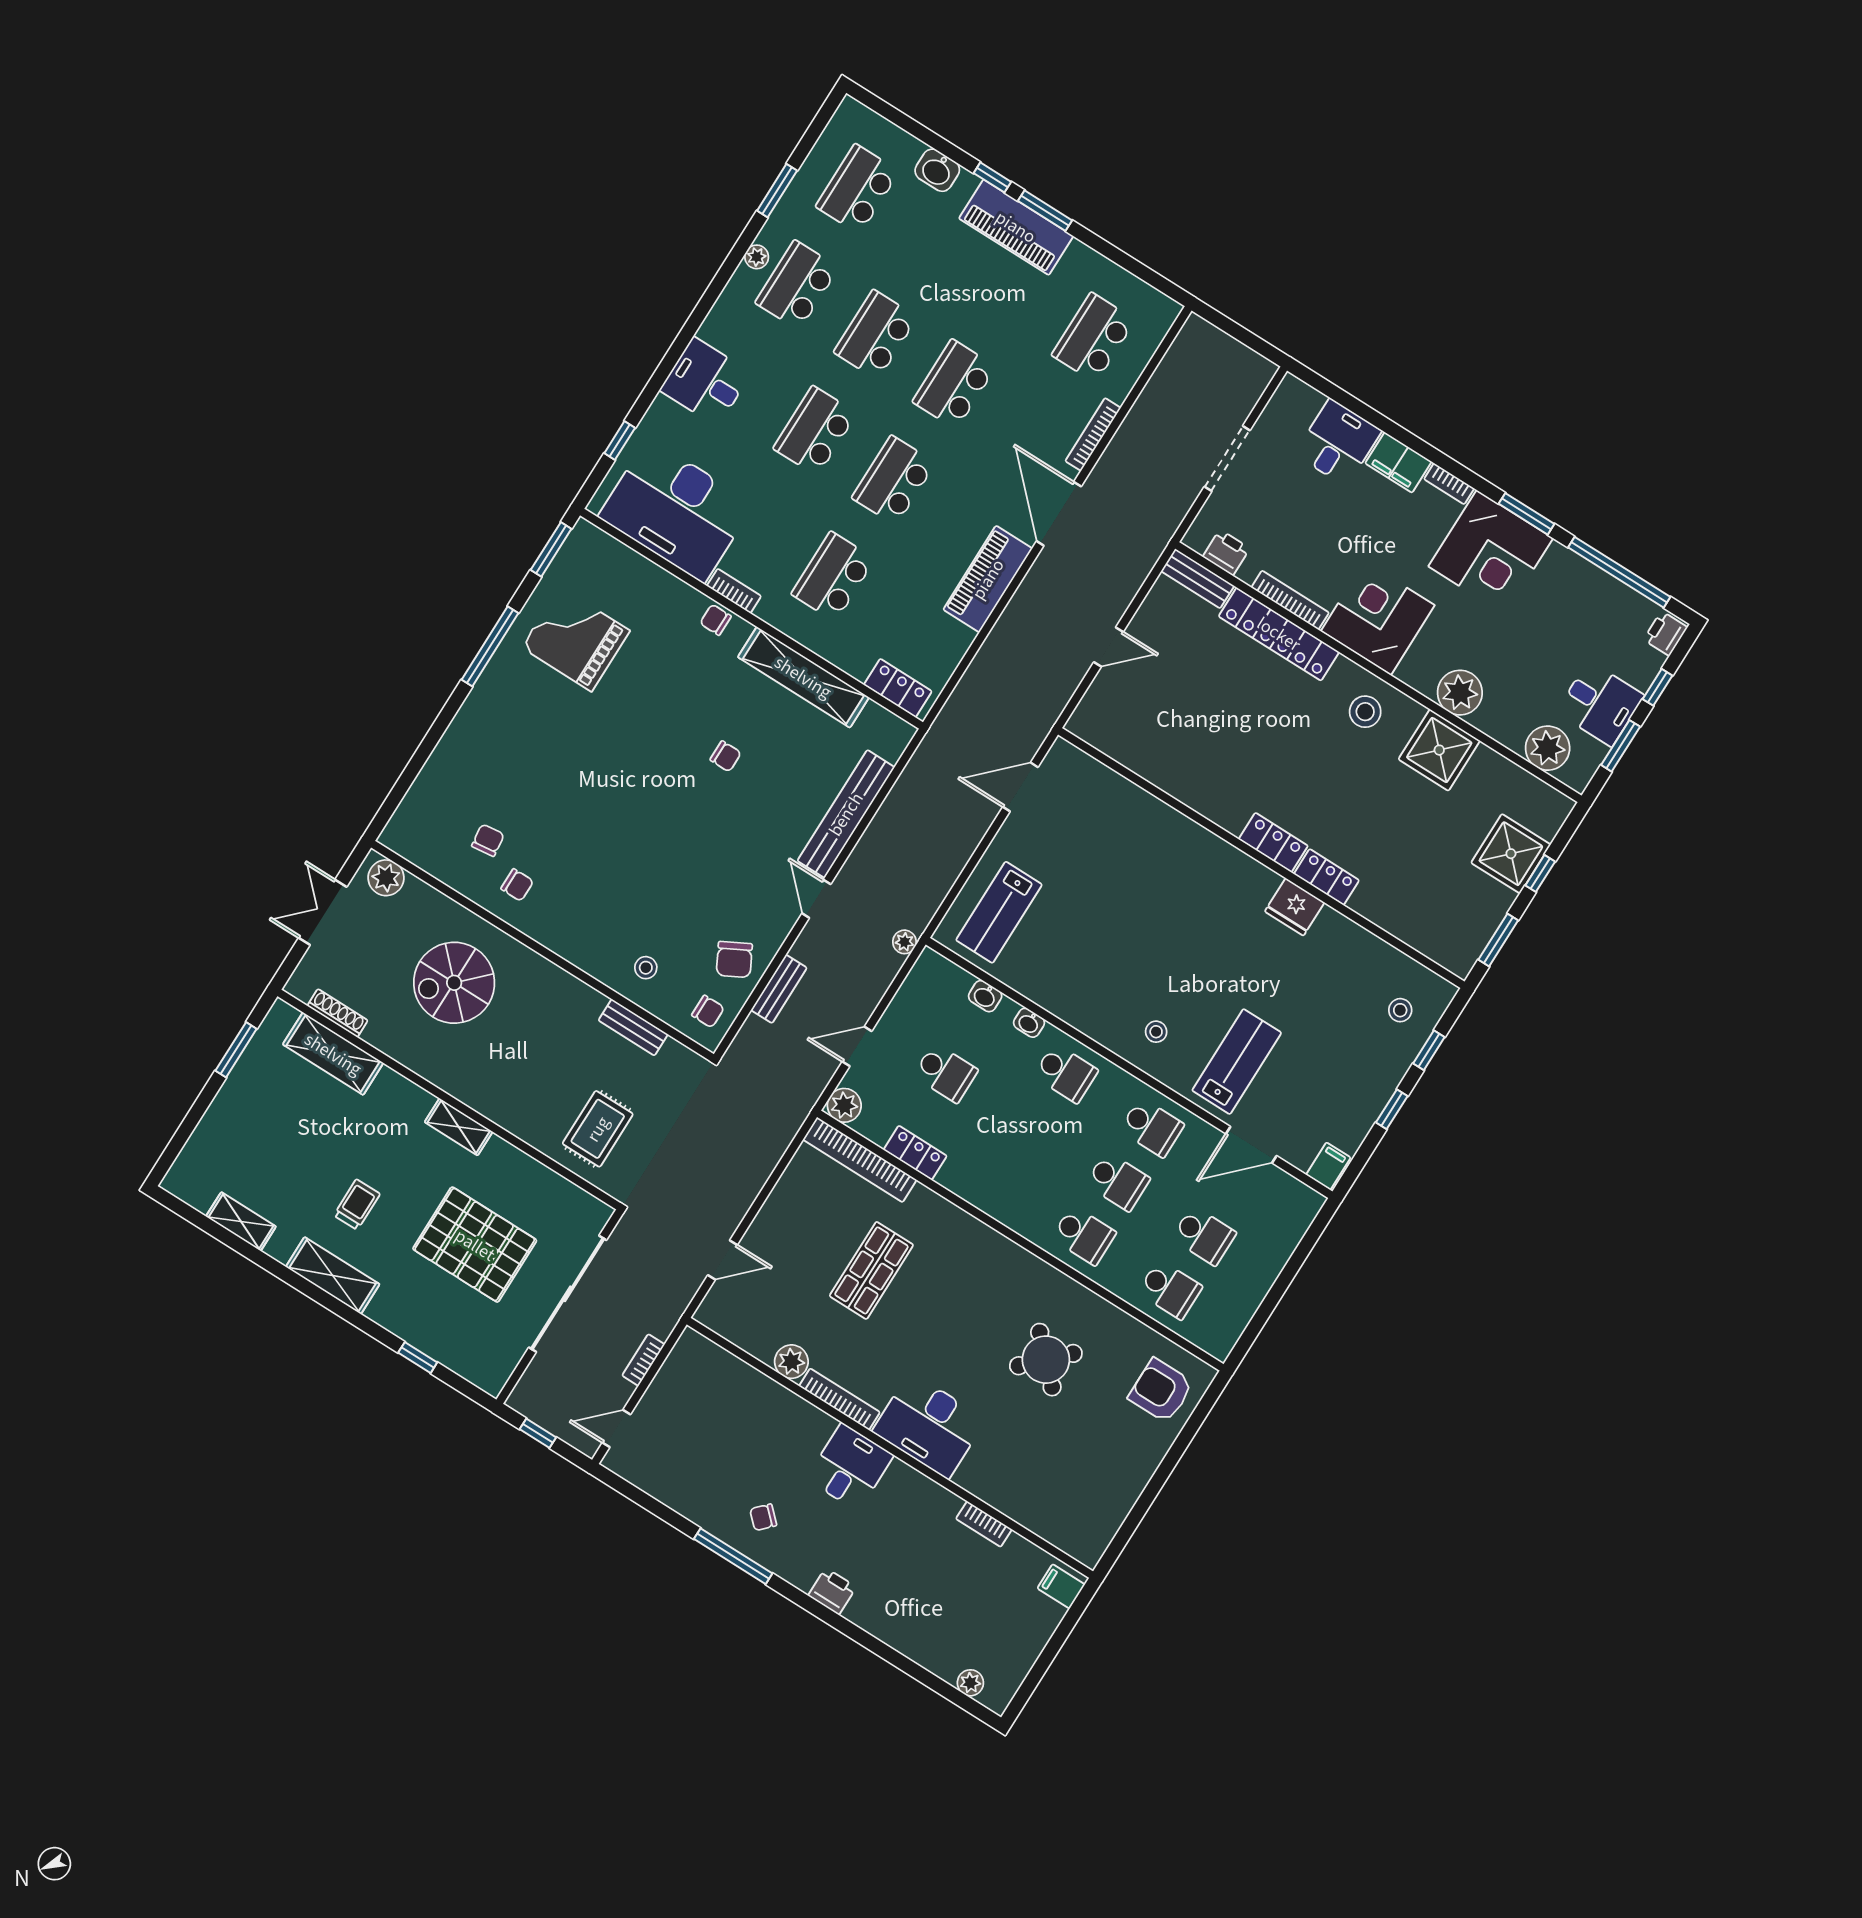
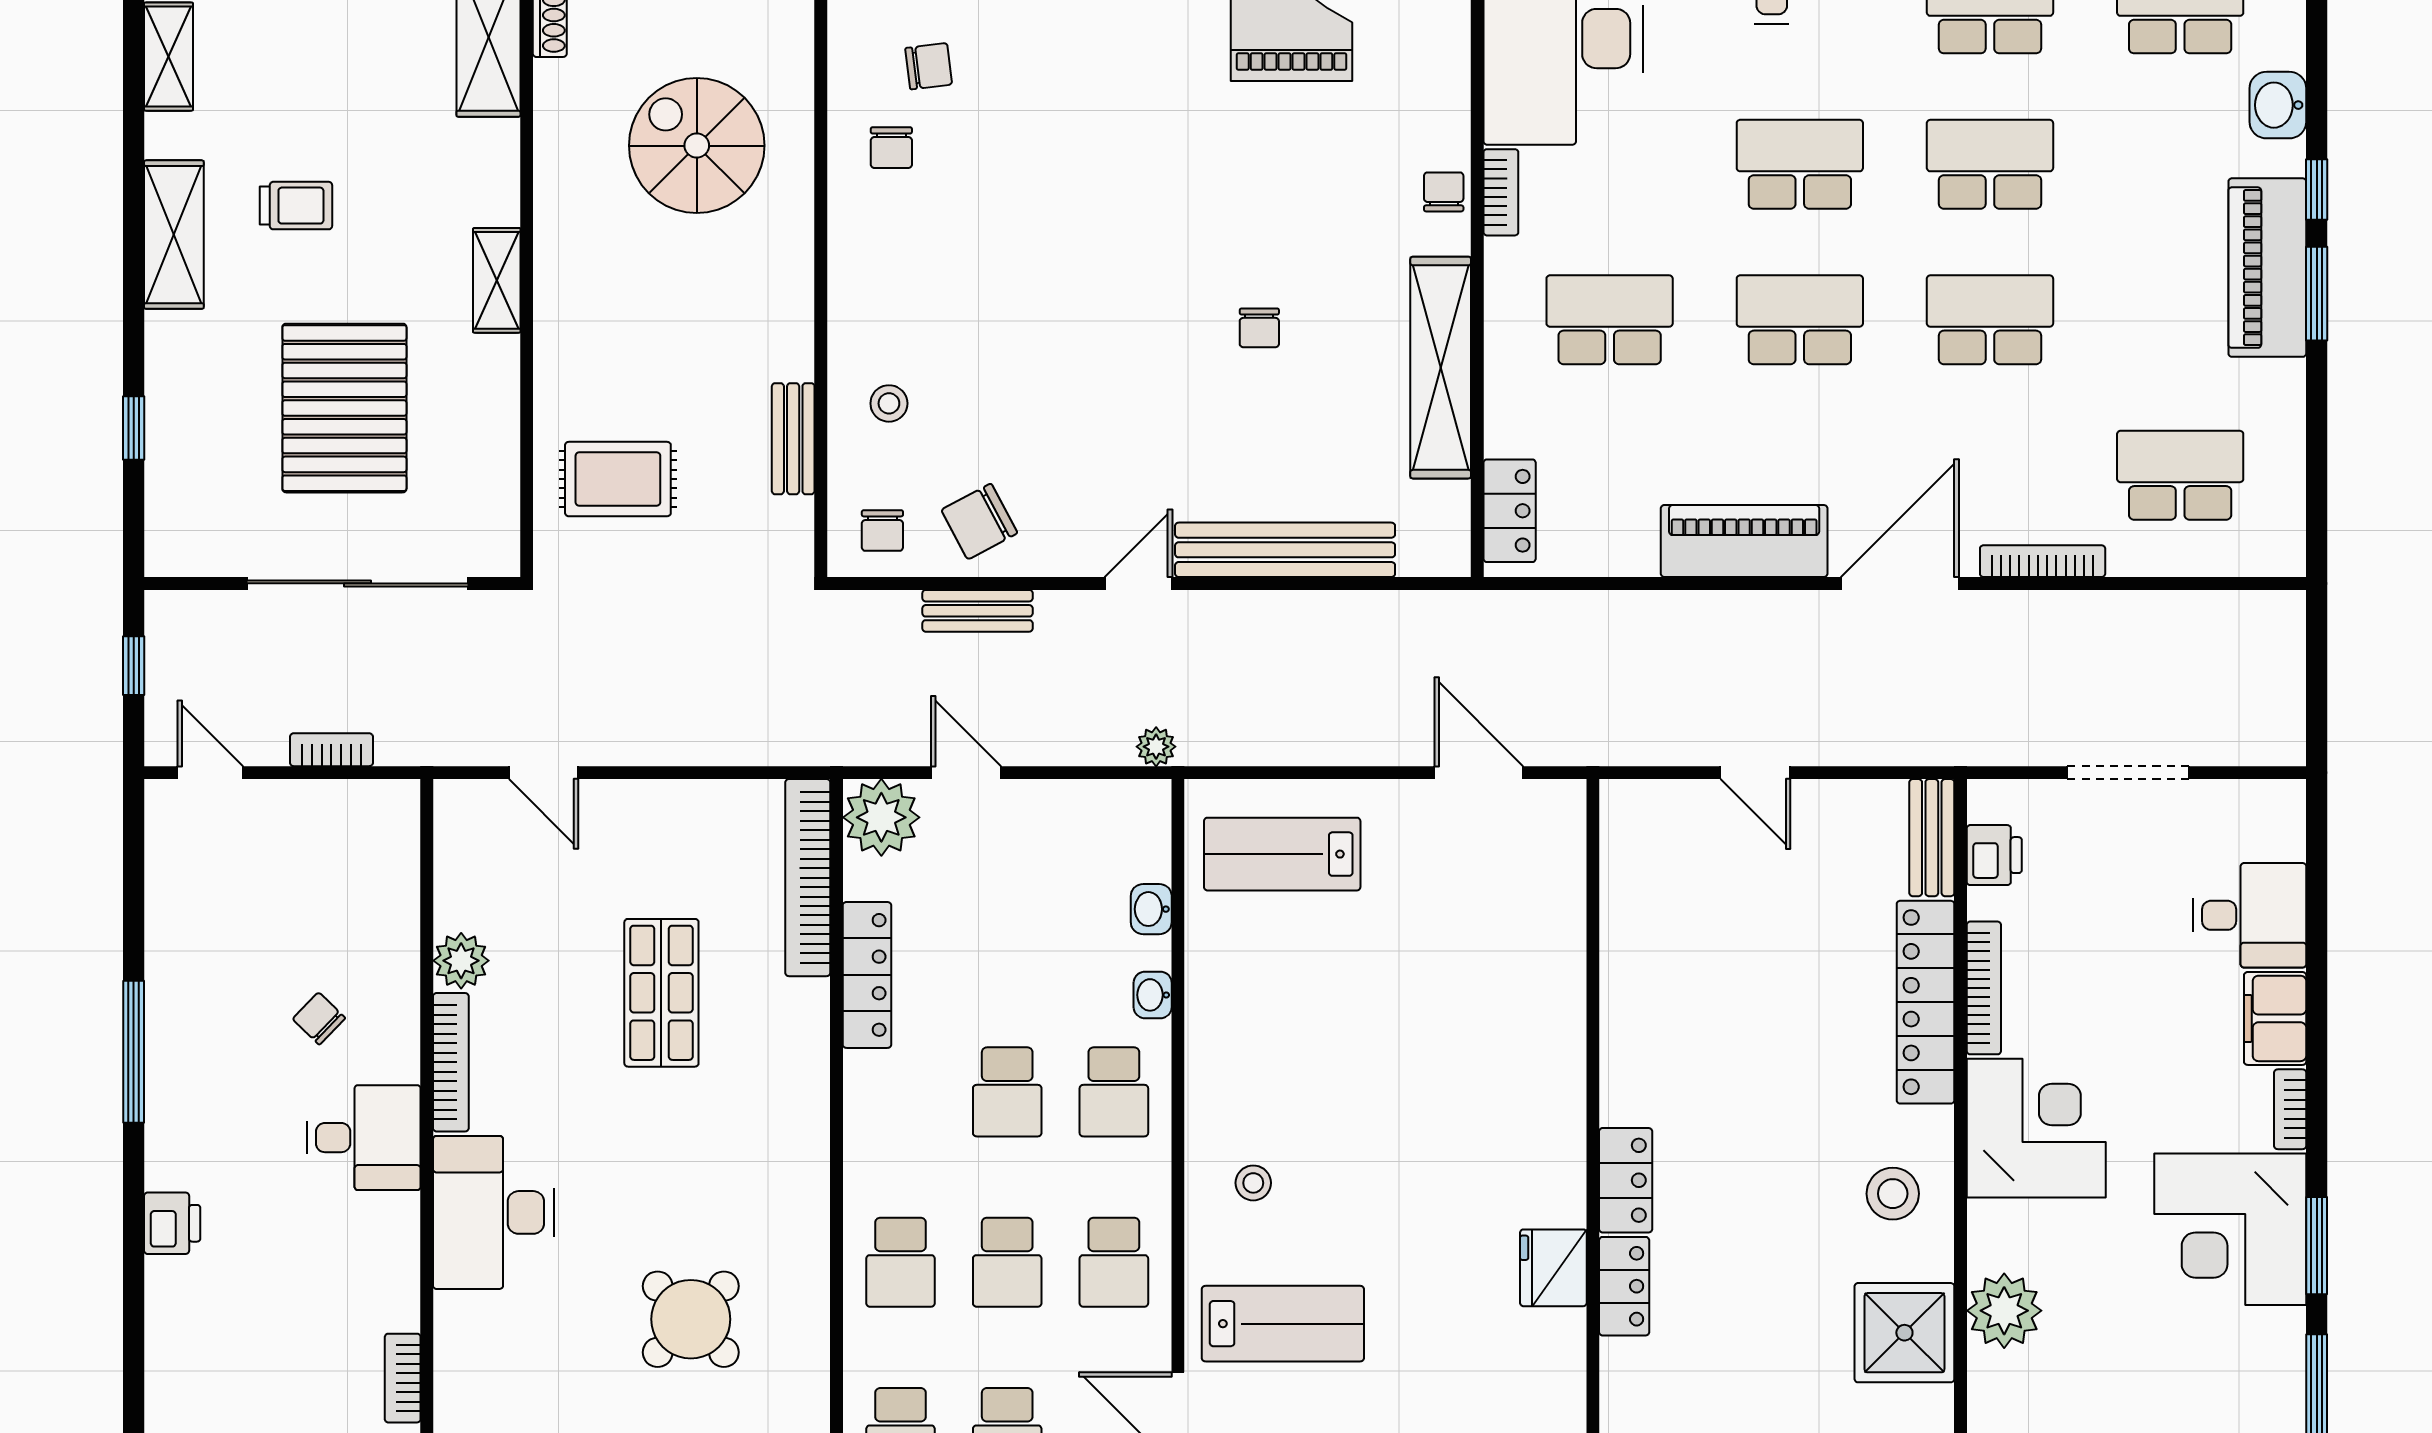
school desk: (946, 1073) -> (1007, 1092), moved
plant: (844, 1105) -> (881, 817), width x1.36, depth x1.36
locker: (915, 1153) -> (867, 975), width x1.53
shop shelf: (871, 1270) -> (661, 993), turned 90
chair: (763, 1517) -> (319, 1018), moved

